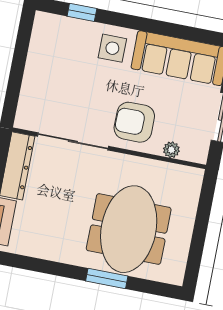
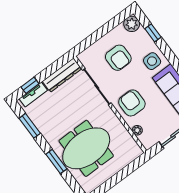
plant: (46, 25) -> (132, 24), added
armchair: (67, 82) -> (118, 58), added
window: (34, 264) -> (30, 126), added

